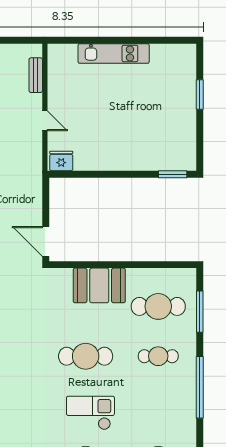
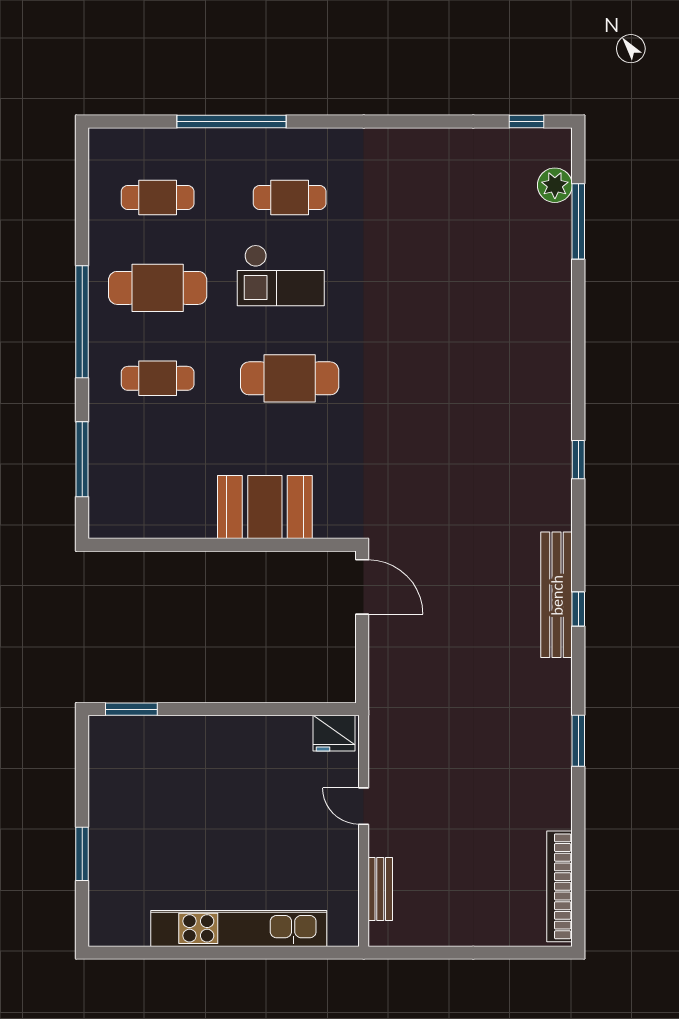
kitchen unit: (114, 53) -> (239, 928), width x1.36
cafe table: (158, 306) -> (158, 288), moved

